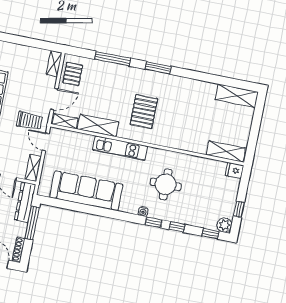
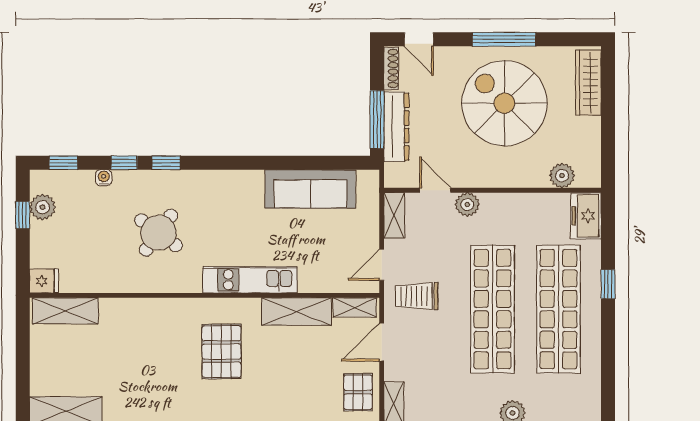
door: (46, 142) -> (382, 265), swing flipped
round table: (166, 184) -> (158, 233), turned 36
sofa: (86, 191) -> (310, 189), width x0.74, depth x0.79
dresser: (25, 202) -> (396, 127), moved
water cooler: (143, 212) -> (104, 178), moved
plant: (224, 225) -> (42, 207), moved

